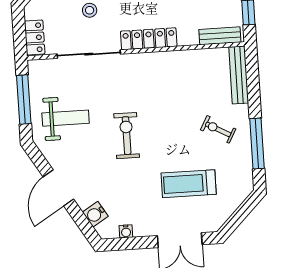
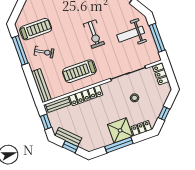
locker: (149, 39) -> (86, 95), moved
treadmill: (168, 81) -> (79, 71), added
treadmill: (189, 184) -> (36, 29), moved

